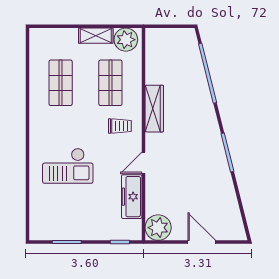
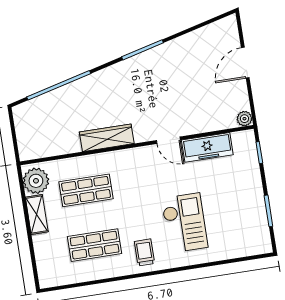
trolley: (120, 126) -> (144, 252), moved
plant: (158, 228) -> (244, 119), width x0.53, depth x0.53

